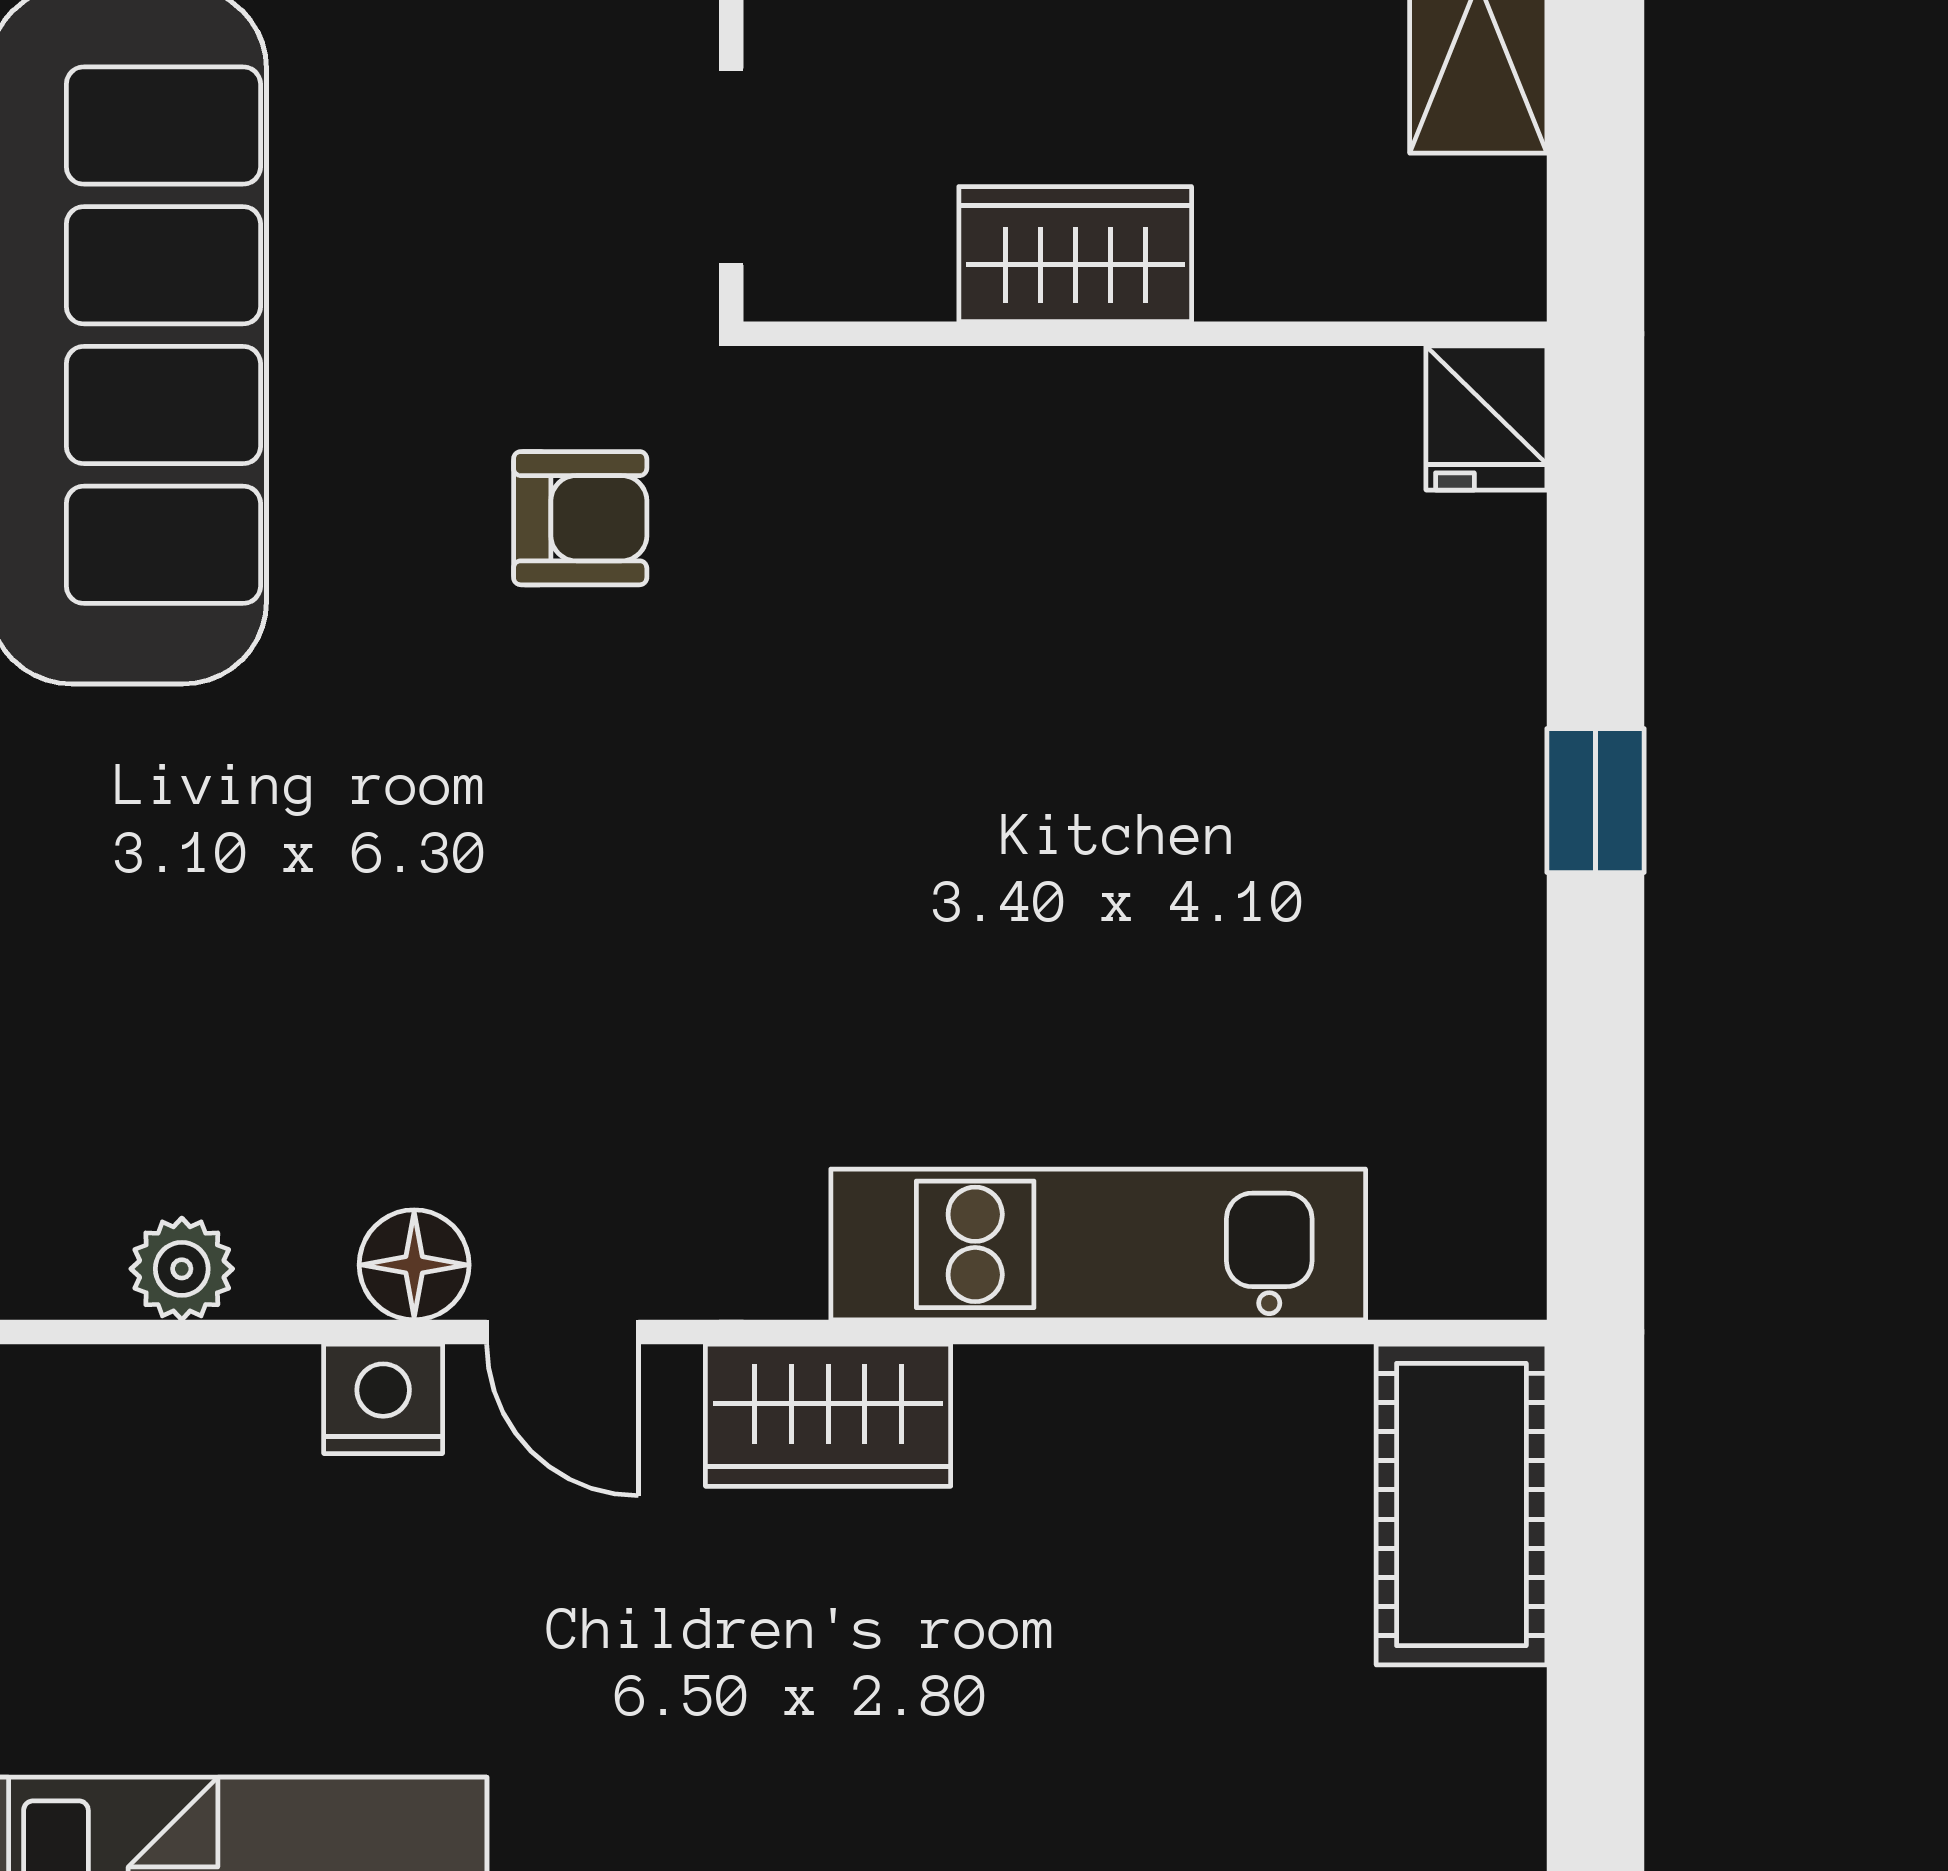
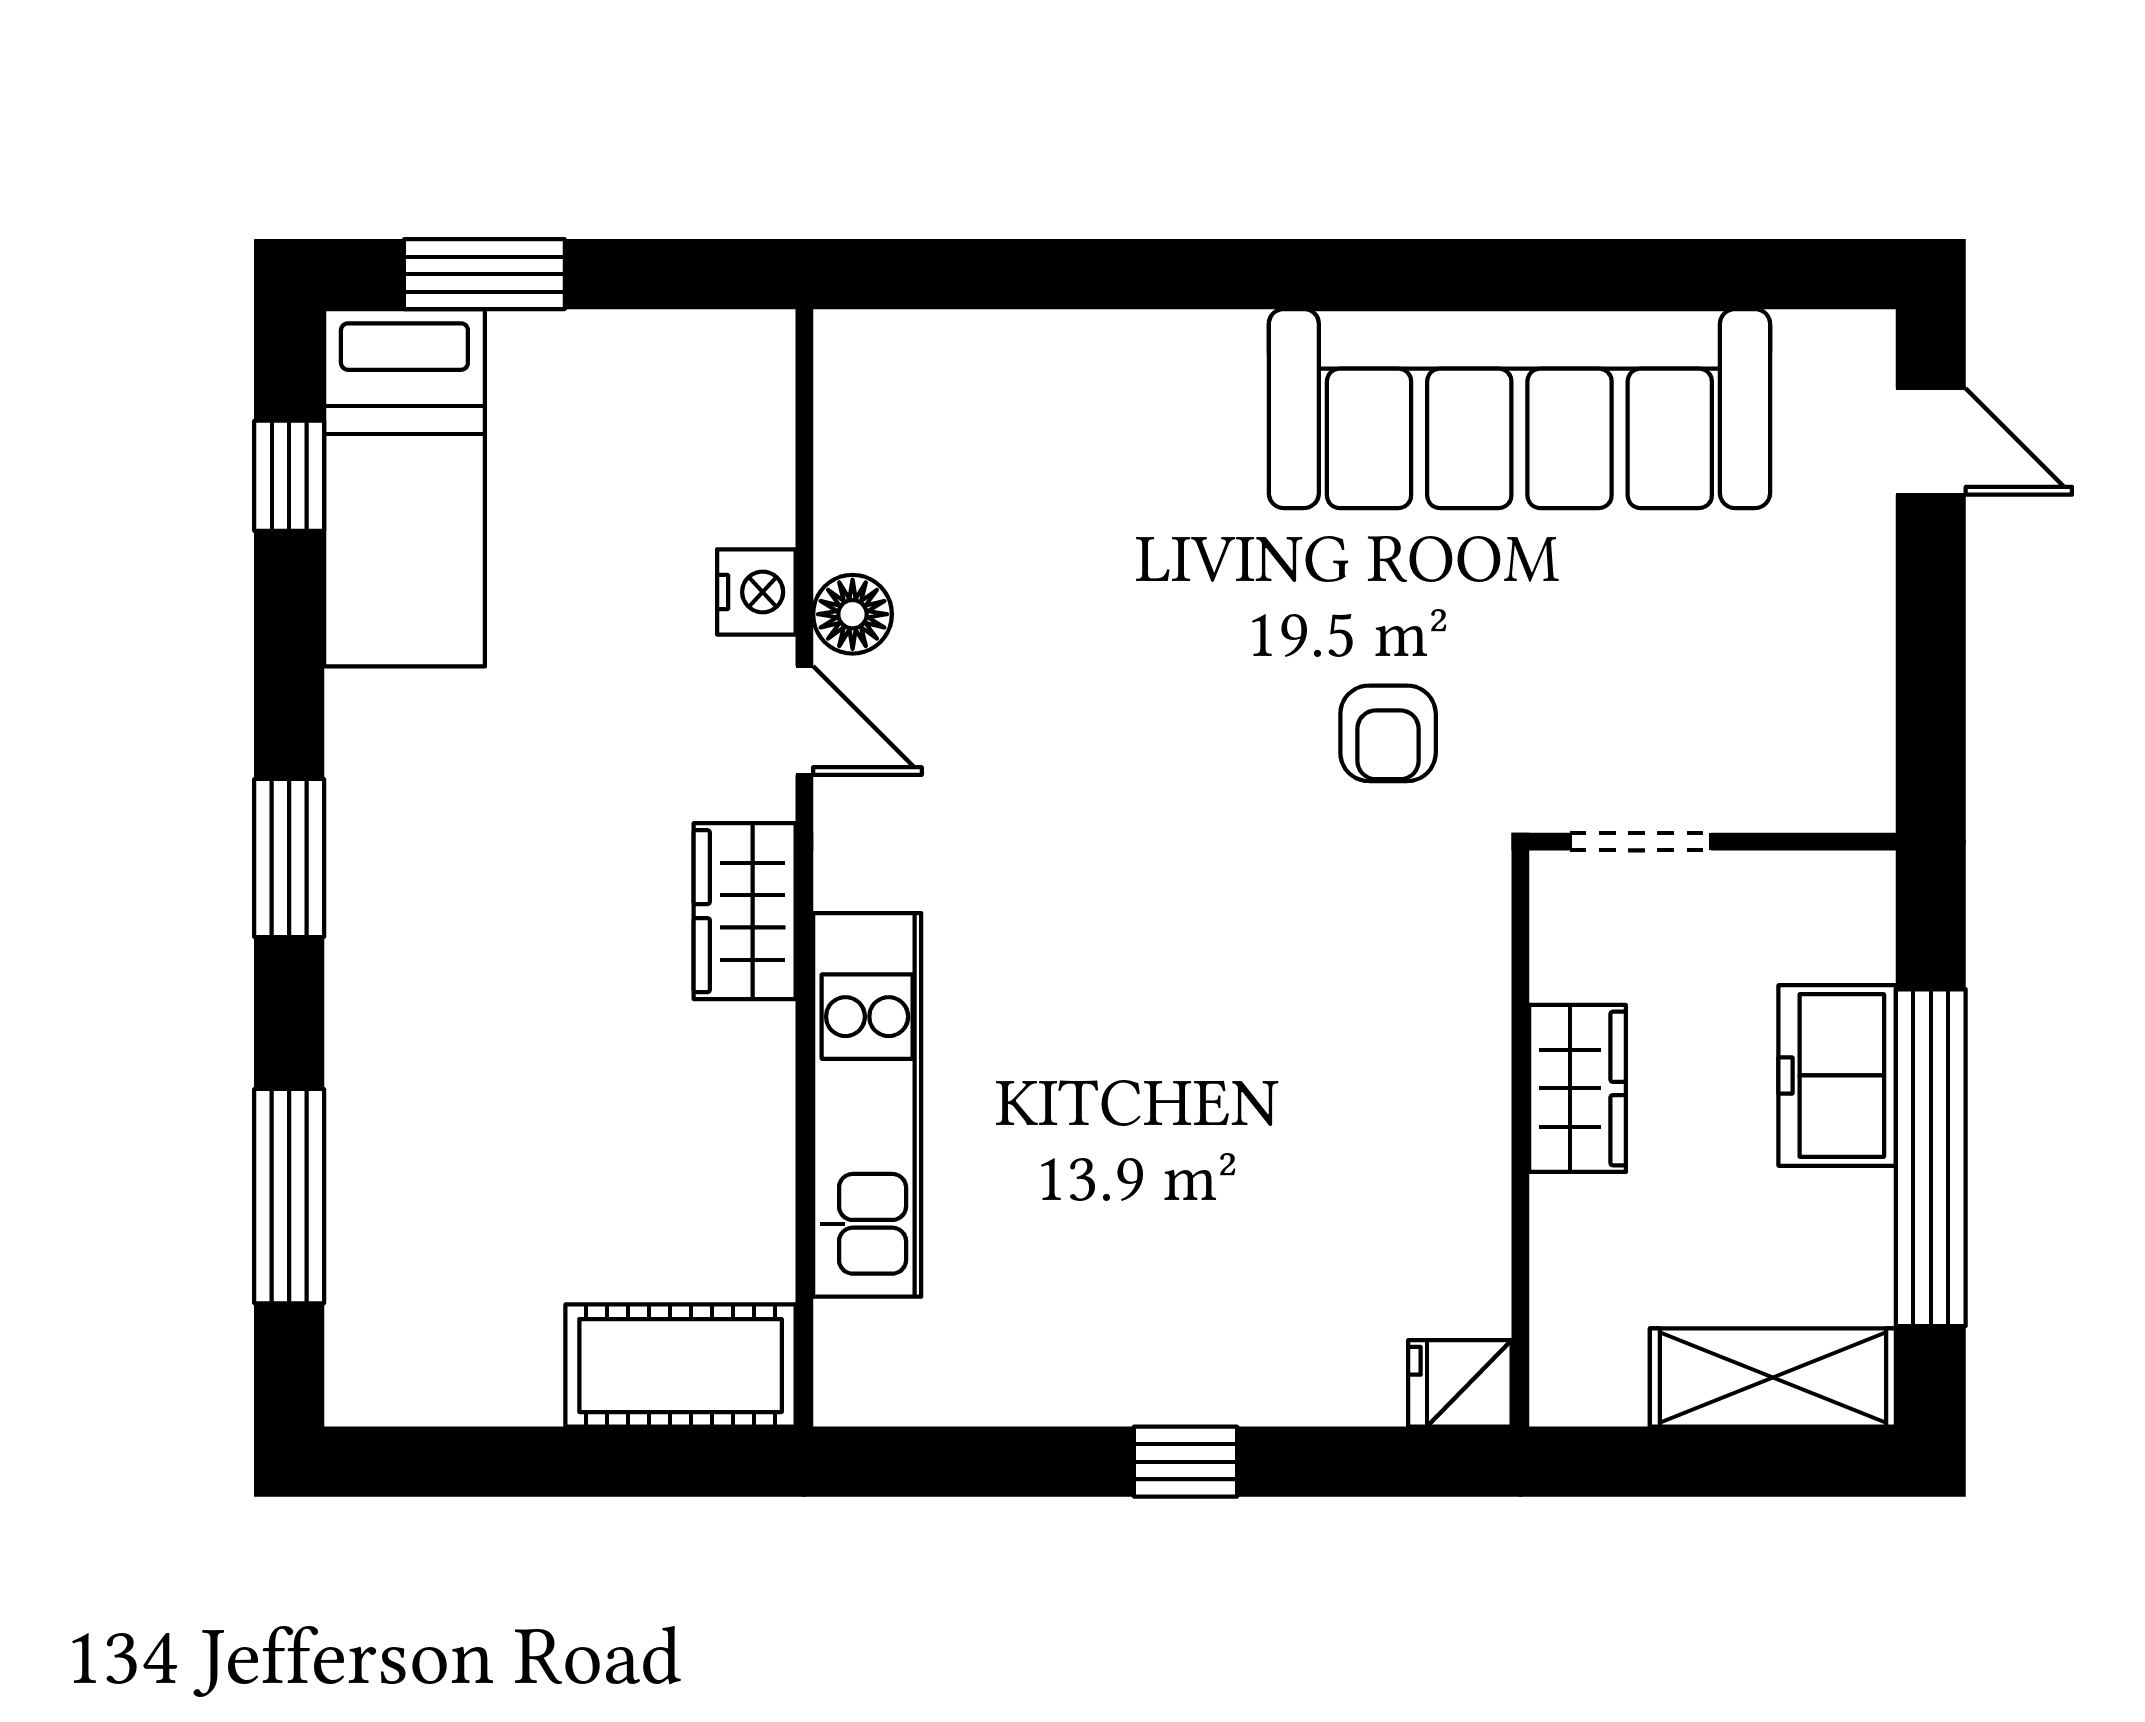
plant: (182, 1269) -> (850, 448), removed
door: (562, 1332) -> (804, 721), swing flipped

